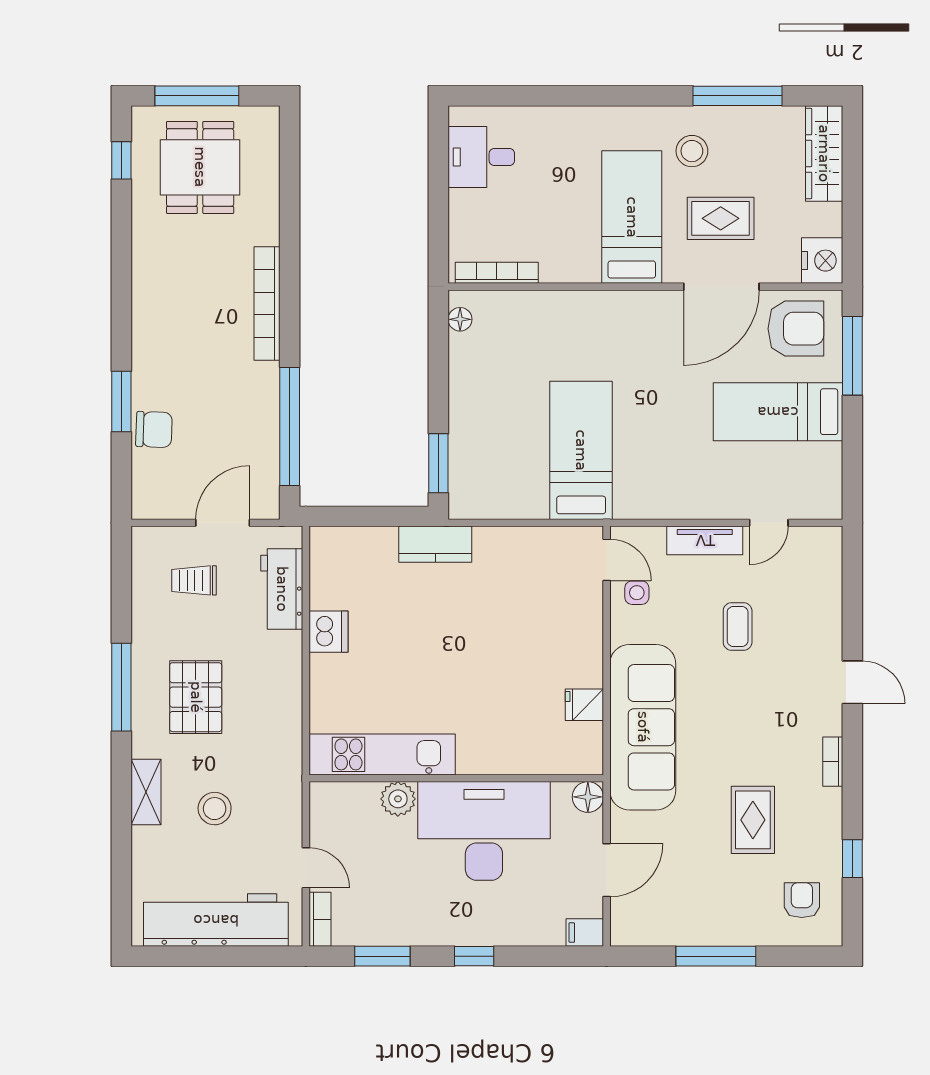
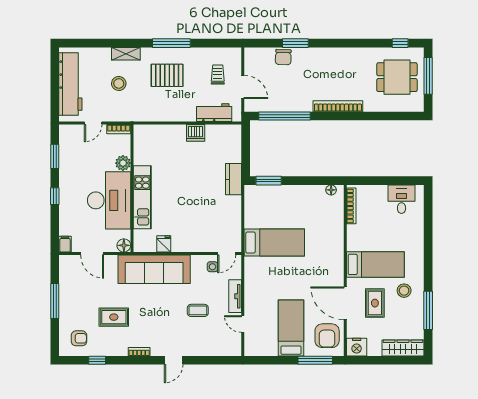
kitchen unit: (382, 754) -> (142, 197), moved
bookcase: (320, 919) -> (119, 129), moved

